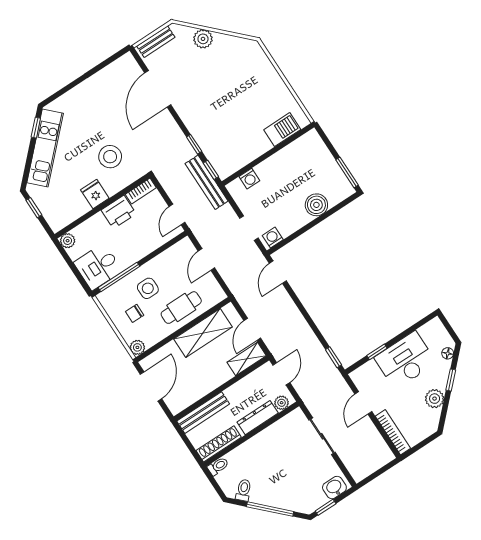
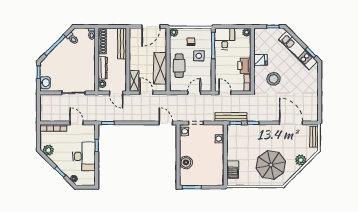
parasol: (239, 78) -> (271, 165), added
door: (206, 259) -> (194, 93), hinge flipped
door: (151, 386) -> (151, 27), hinge flipped
plant: (435, 399) -> (48, 150), moved

